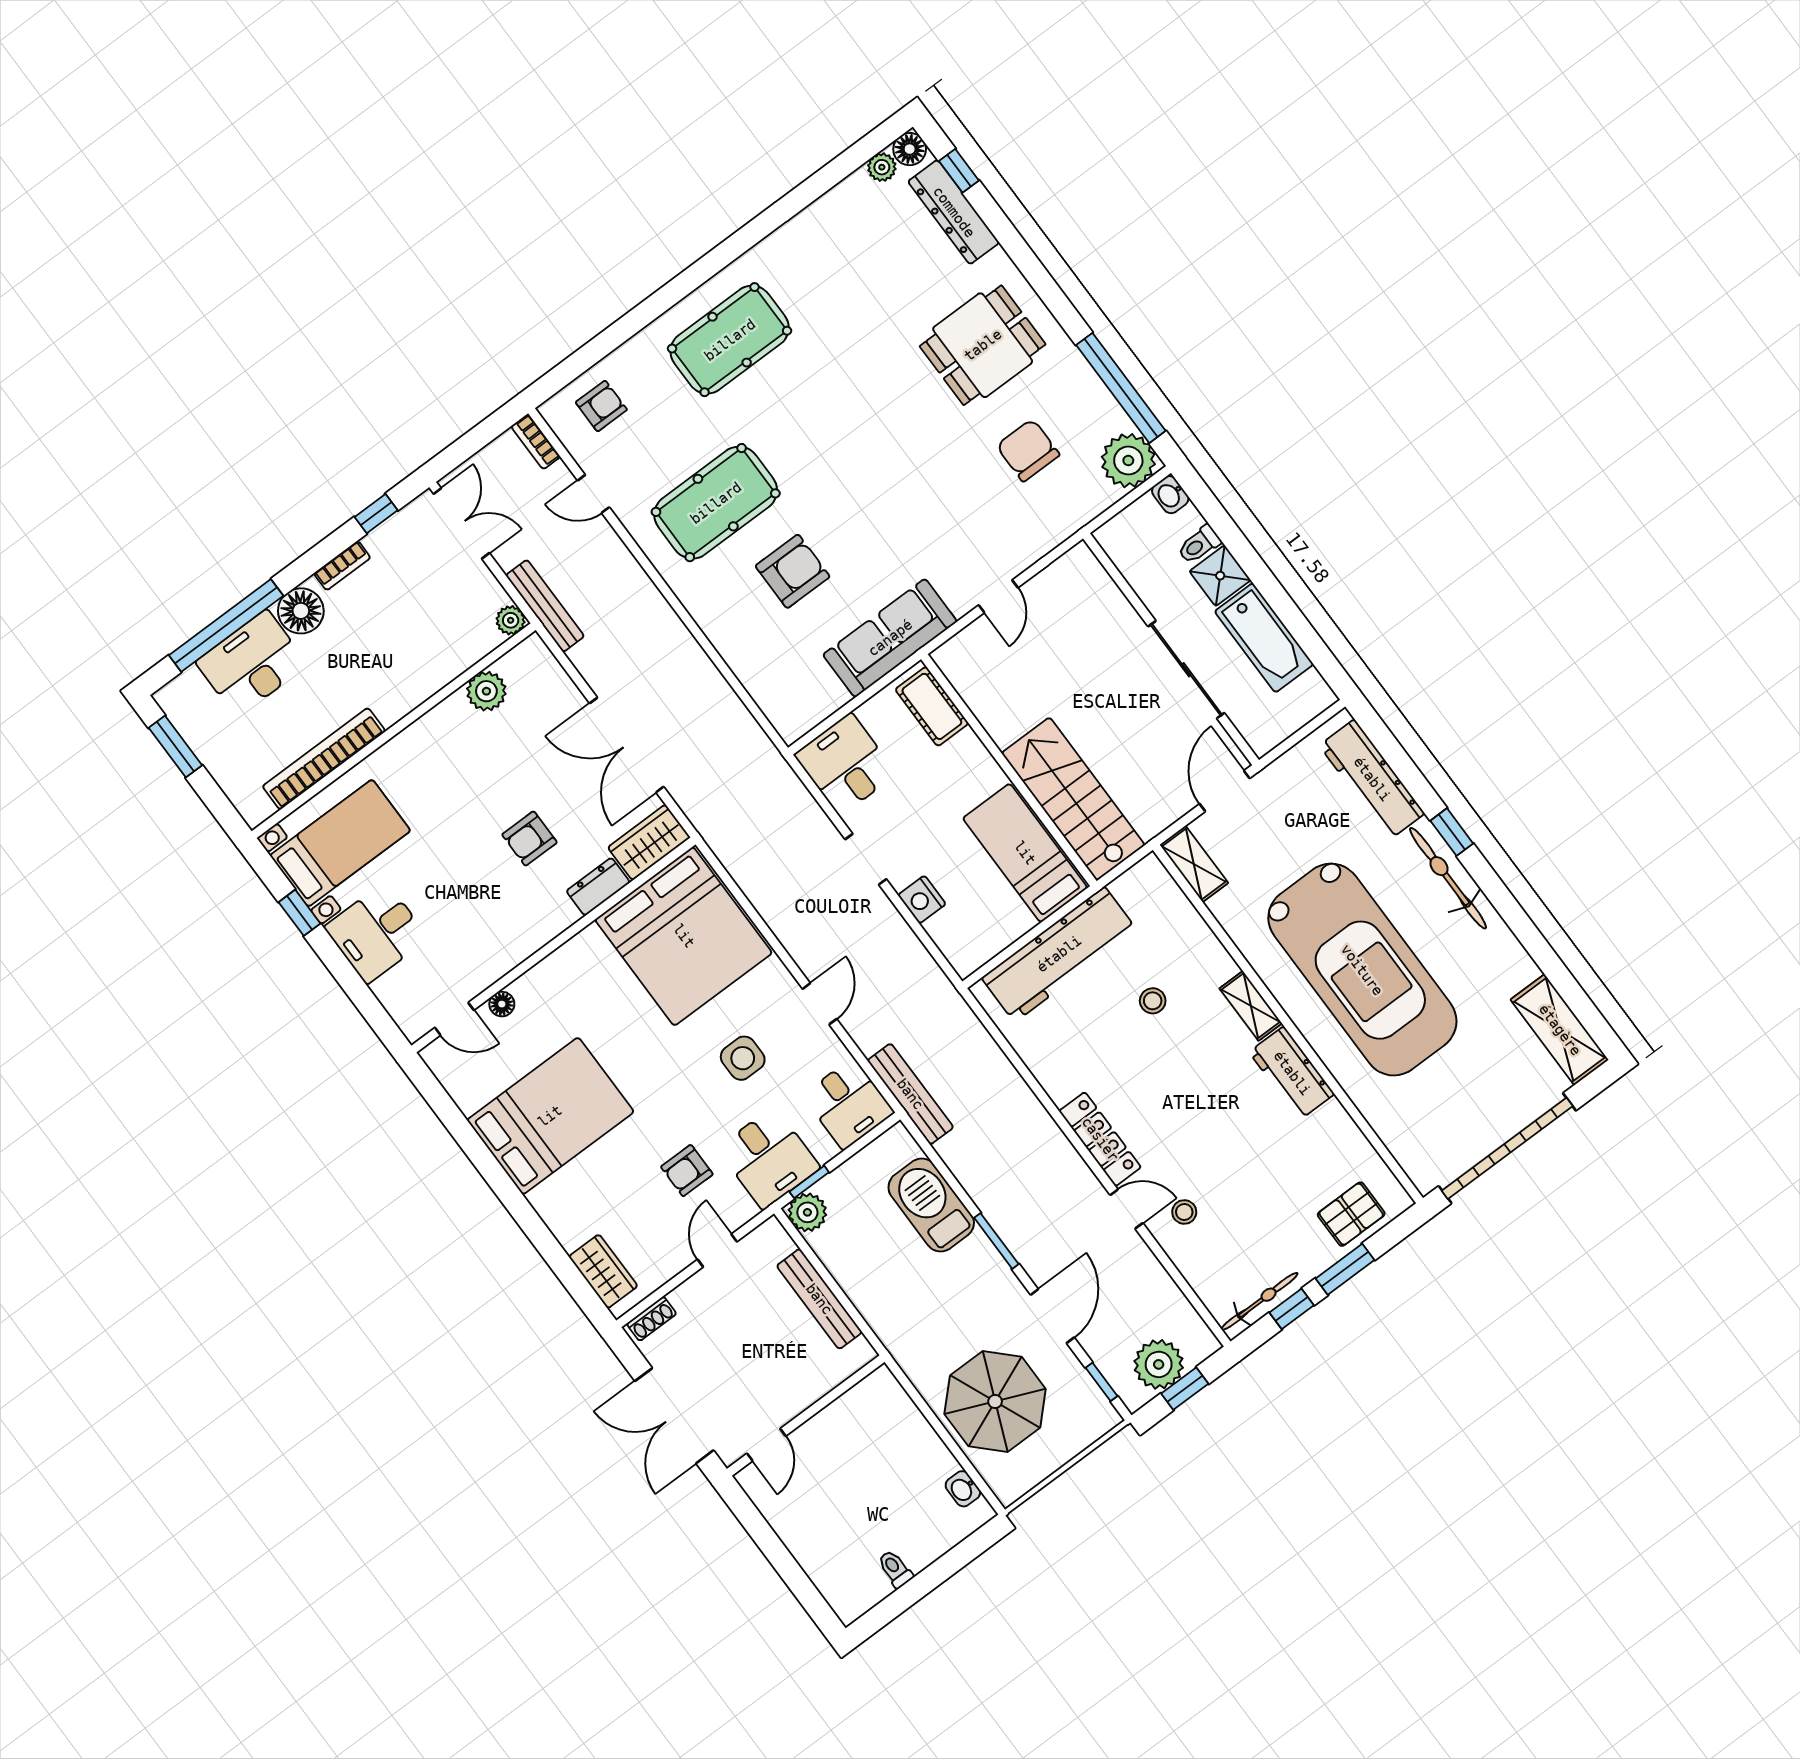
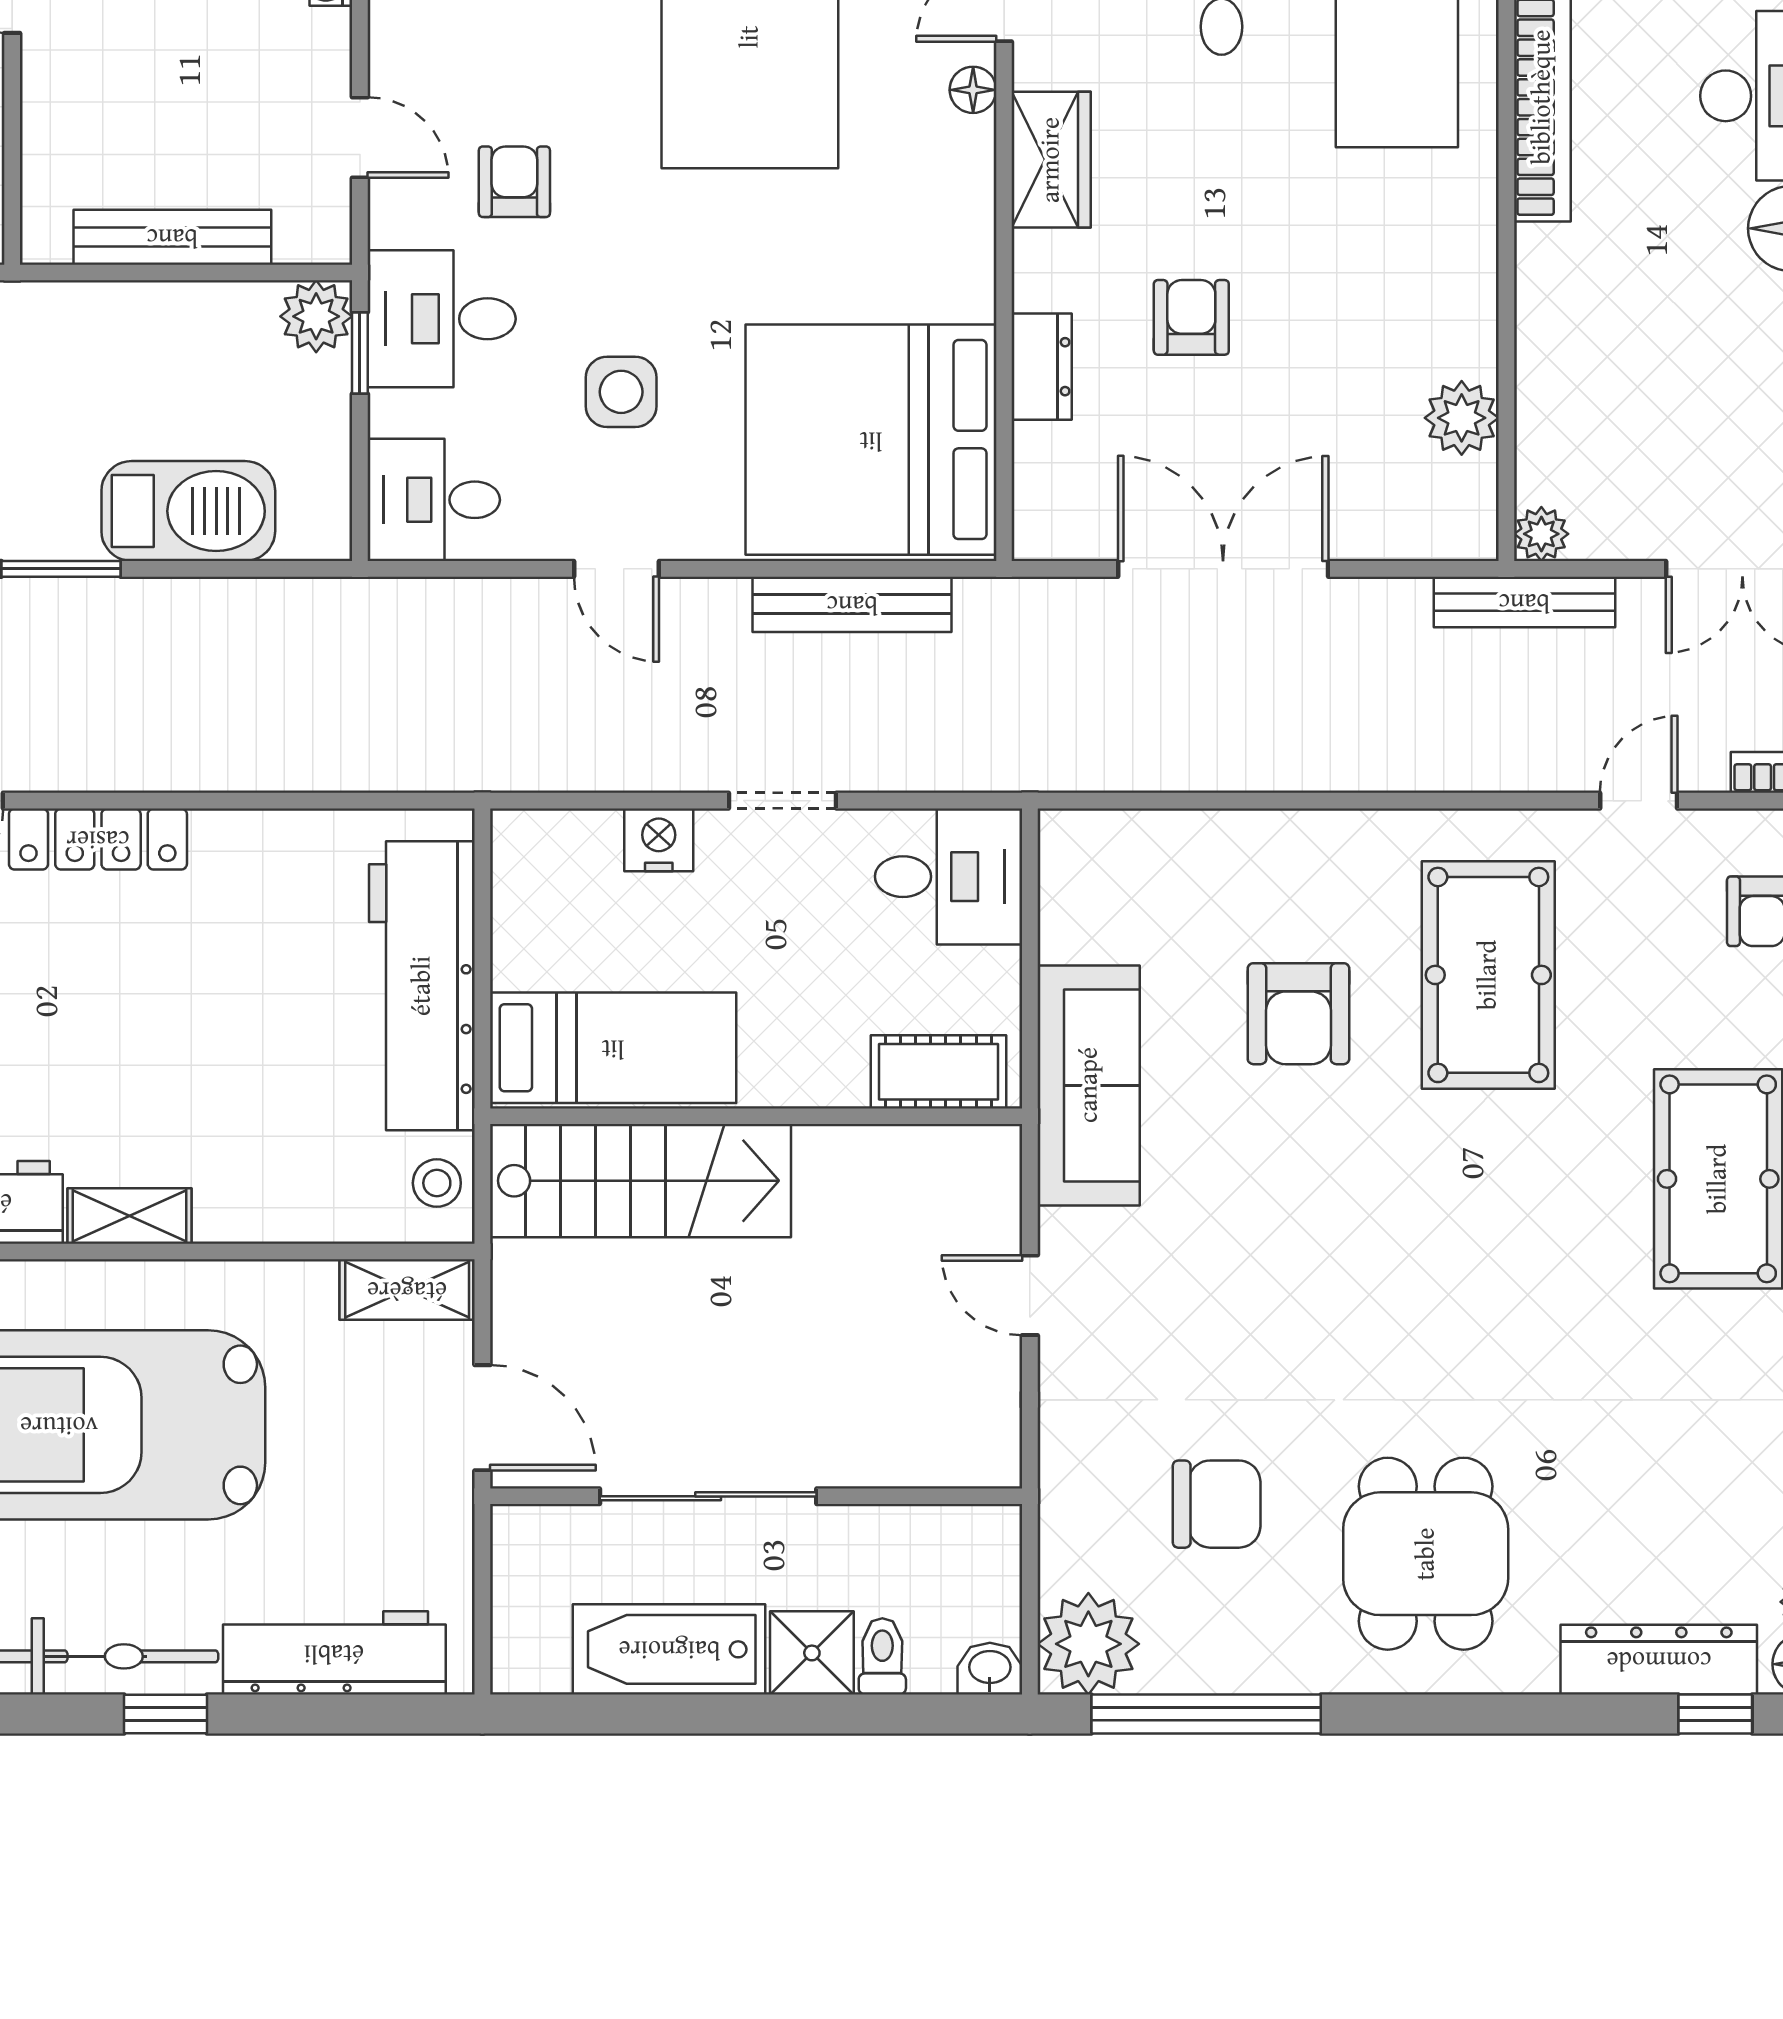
wardrobe: (649, 842) -> (1051, 160), moved
stool: (1153, 1001) -> (437, 1183), moved
bench: (910, 1094) -> (852, 604), moved

